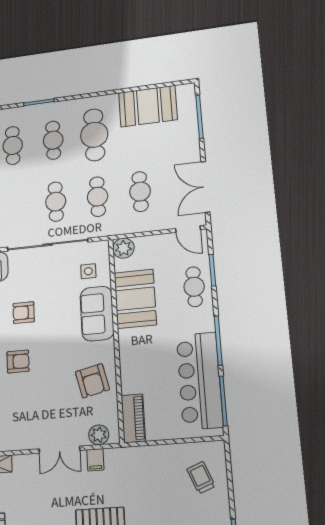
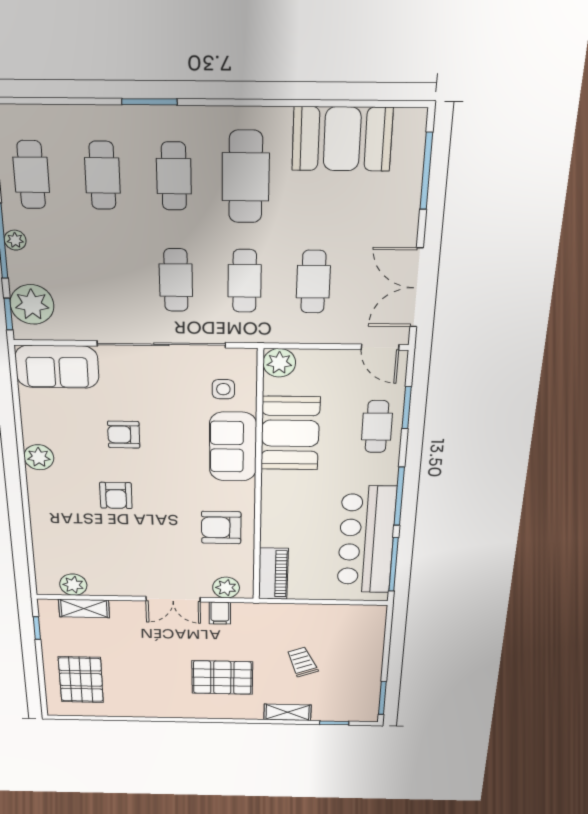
armchair: (18, 361) -> (116, 495), turned 90
armchair: (92, 381) -> (221, 528), turned 103
trolley: (201, 478) -> (302, 662), moved

